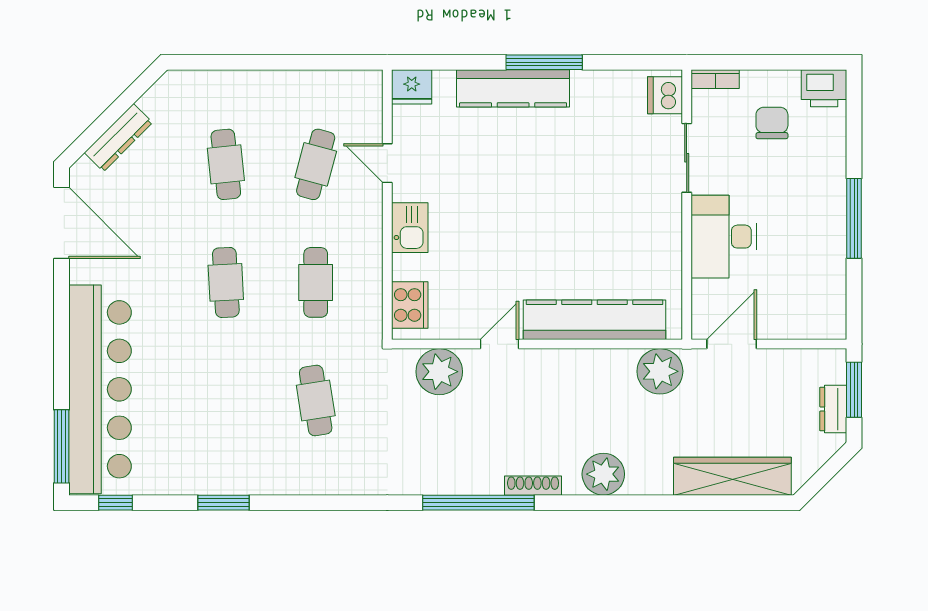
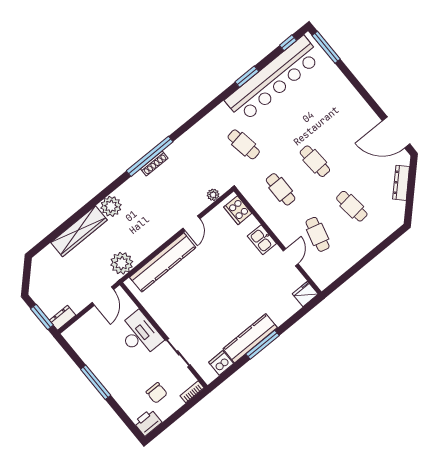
kitchen counter: (513, 88) -> (250, 338), moved
dishwasher: (665, 95) -> (221, 363), moved, turned -90
door: (387, 163) -> (291, 257), hinge flipped
plant: (439, 372) -> (213, 195), width x0.53, depth x0.53
bar counter: (100, 389) -> (273, 79), moved, turned -90
dresser: (833, 409) -> (62, 318), moved, turned -90
wardrobe: (732, 476) -> (79, 231), moved
shoe rack: (533, 486) -> (154, 163), moved

